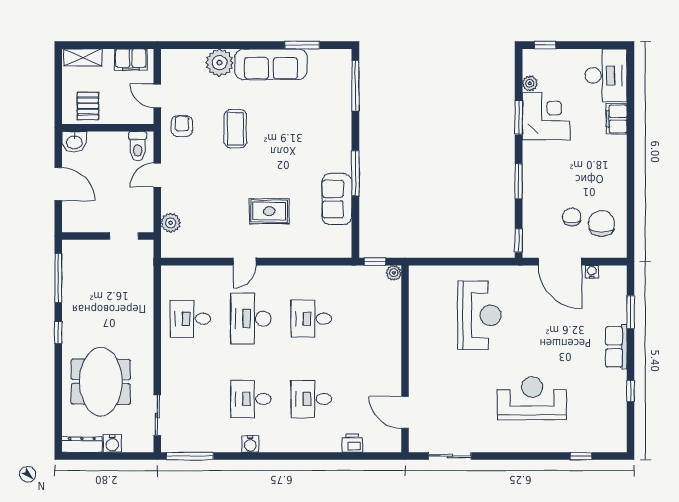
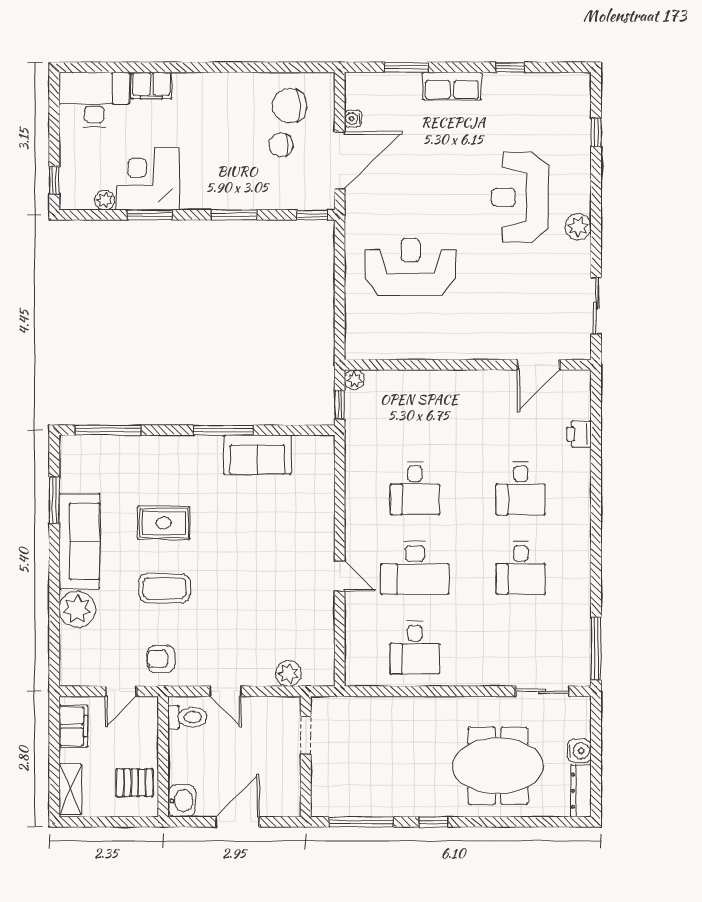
rug: (269, 211) -> (164, 523), moved, turned 90
plant: (510, 442) -> (578, 227), added
water cooler: (250, 444) -> (580, 569), removed

